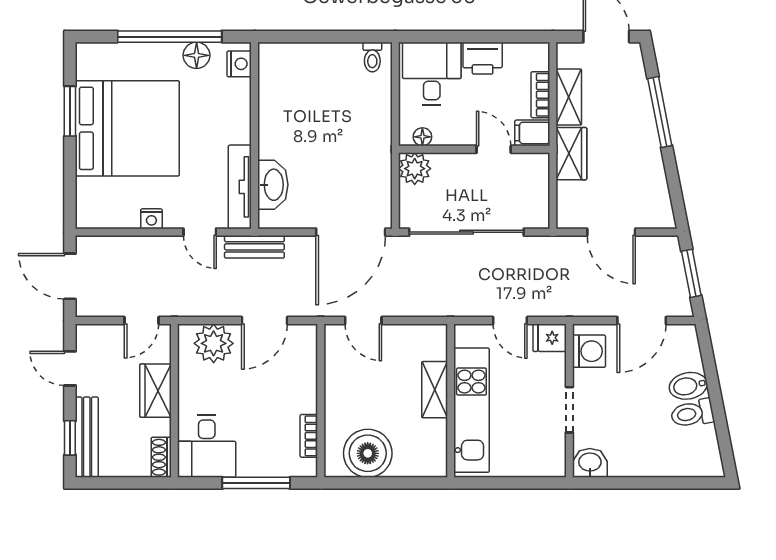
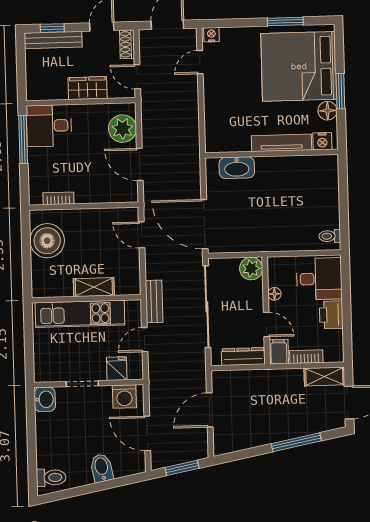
window: (170, 37) -> (340, 91), width x0.47
shelving: (569, 97) -> (324, 376), moved
bed: (127, 128) -> (299, 66), moved, turned 90
floor lamp: (422, 137) -> (274, 294), moved
door: (494, 149) -> (266, 324), hinge flipped
wardrobe: (571, 154) -> (265, 380), removed
dresser: (538, 183) -> (243, 356), added
tv unit: (240, 187) -> (282, 143), moved
nightstand: (151, 219) -> (211, 35), moved, turned 90
door: (200, 232) -> (200, 62), moved
bench: (254, 247) -> (154, 301), moved
door: (363, 321) -> (142, 235), hinge flipped
fridge: (550, 338) -> (117, 369), moved
toilet: (692, 413) -> (51, 478), moved, turned 101
shoe rack: (161, 457) -> (127, 44), moved, turned -90
window: (256, 483) -> (23, 139), moved

